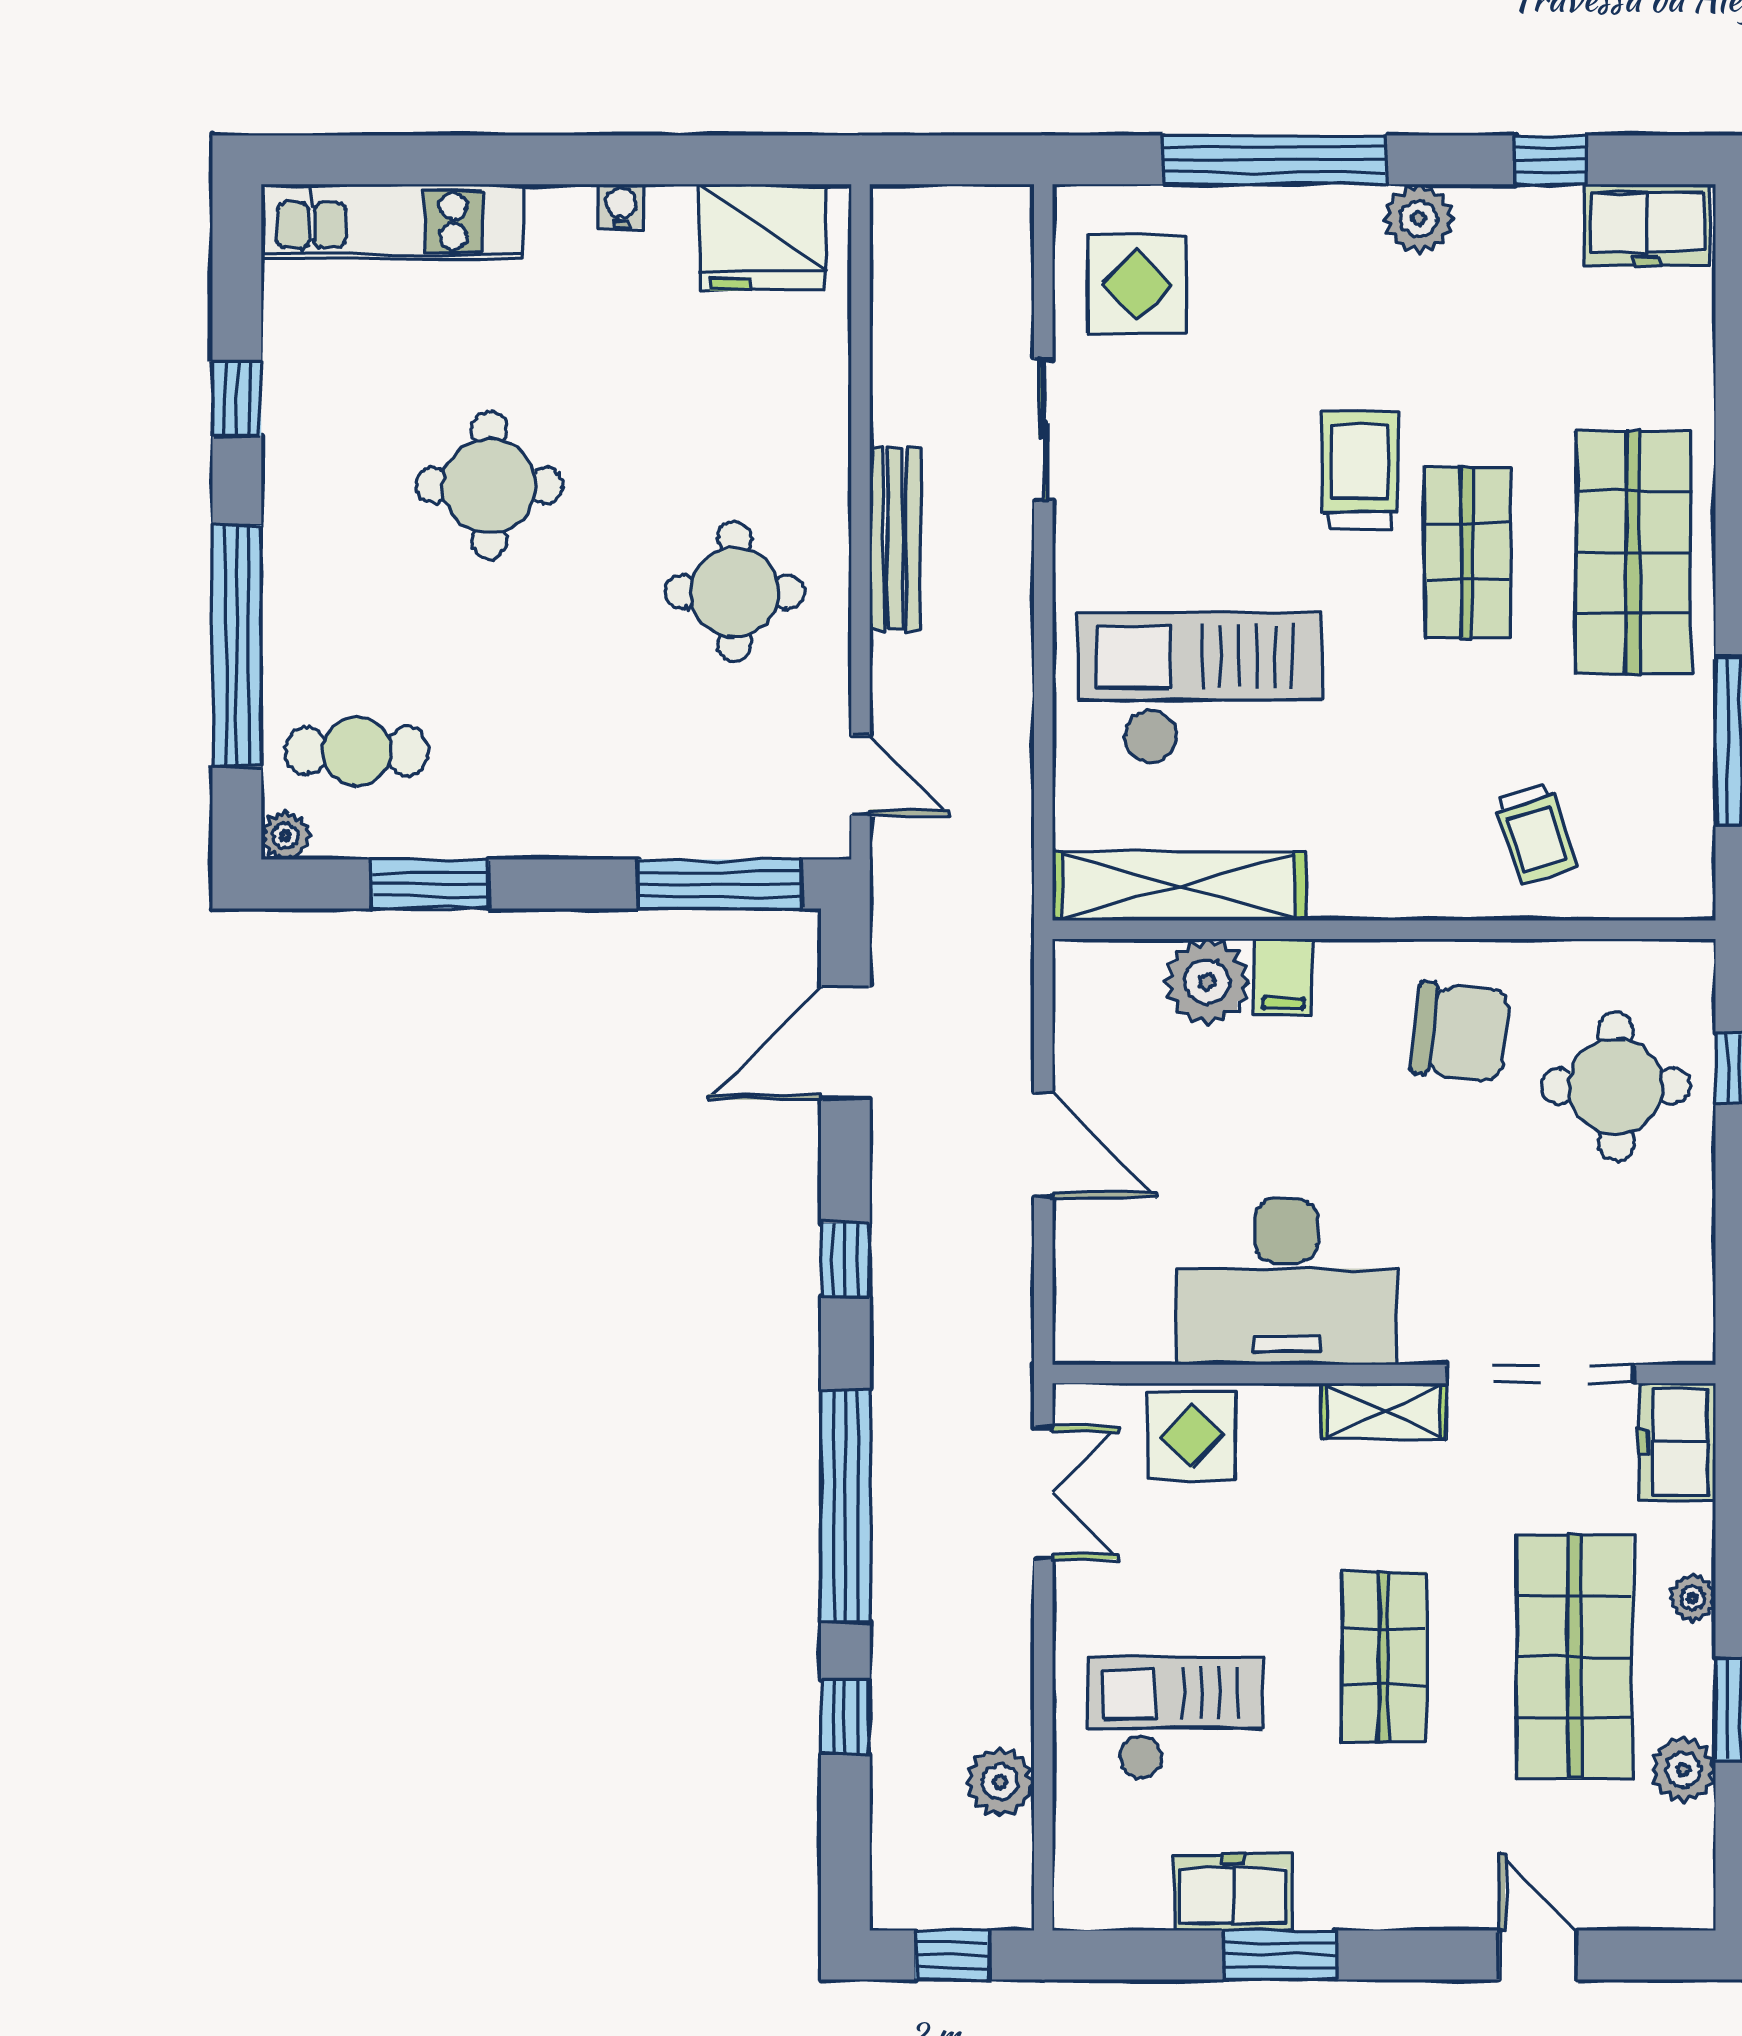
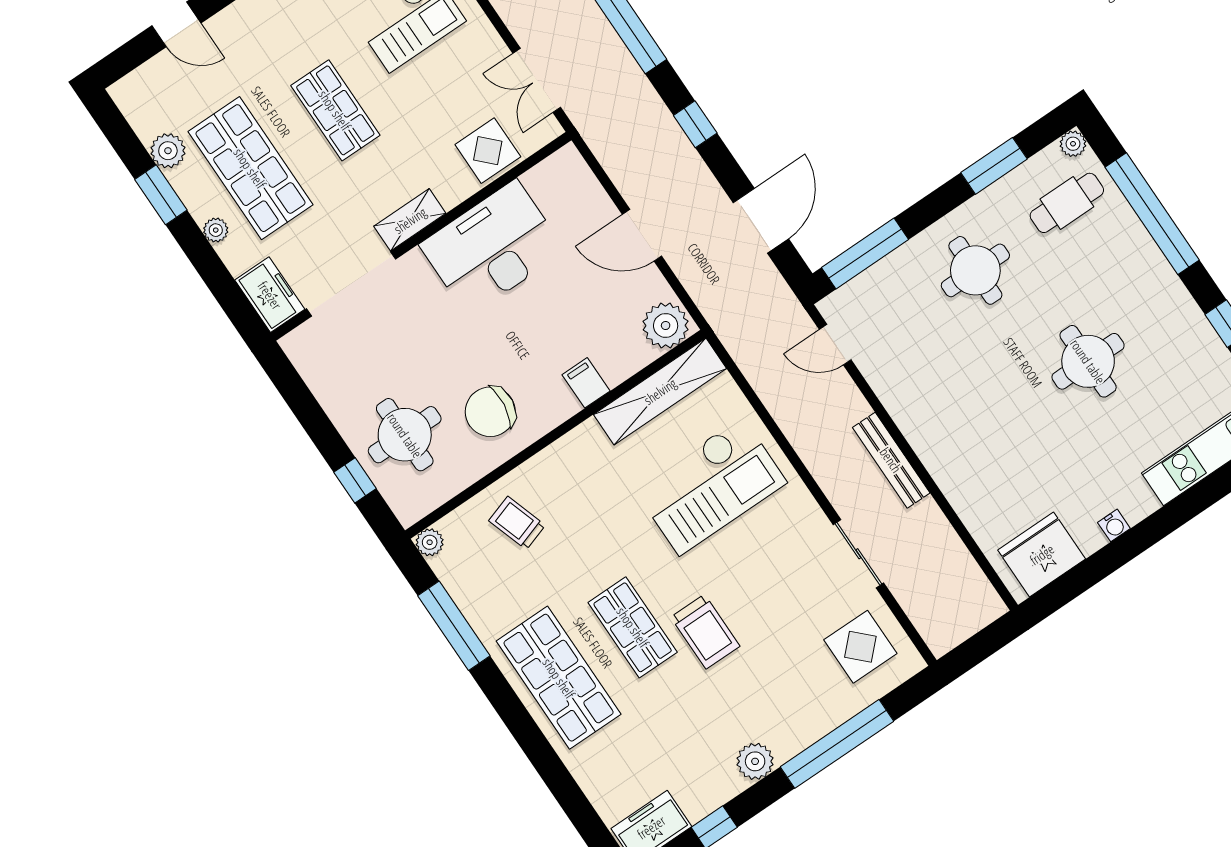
round table: (734, 592) -> (975, 270), moved
plant: (1690, 895) -> (430, 542), added
plant: (1207, 982) -> (666, 325), moved

